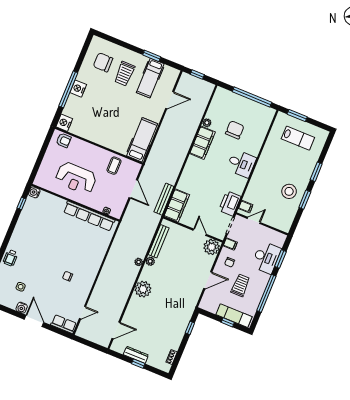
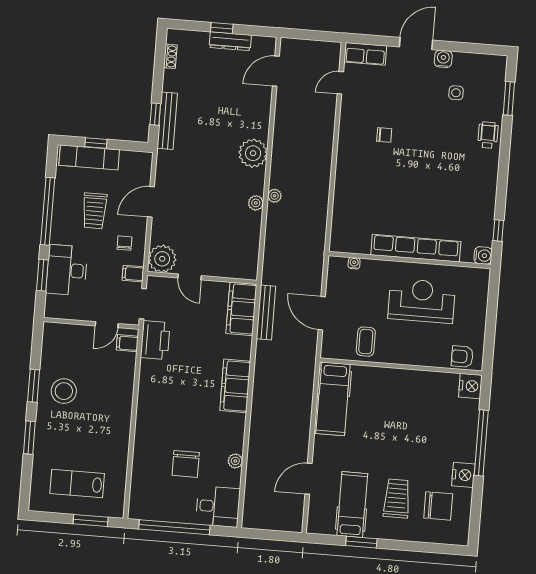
window: (197, 75) -> (276, 535), removed
nightstand: (78, 89) -> (463, 475), moved
filing cabinet: (202, 143) -> (235, 386), moved
desk: (241, 164) -> (218, 507), moved, turned 180
row of seats: (89, 216) -> (416, 248), moved
bench: (159, 241) -> (167, 121), moved
door: (34, 321) -> (416, 44), swing flipped

